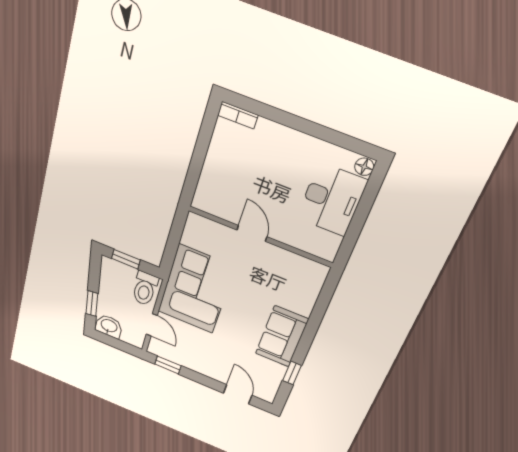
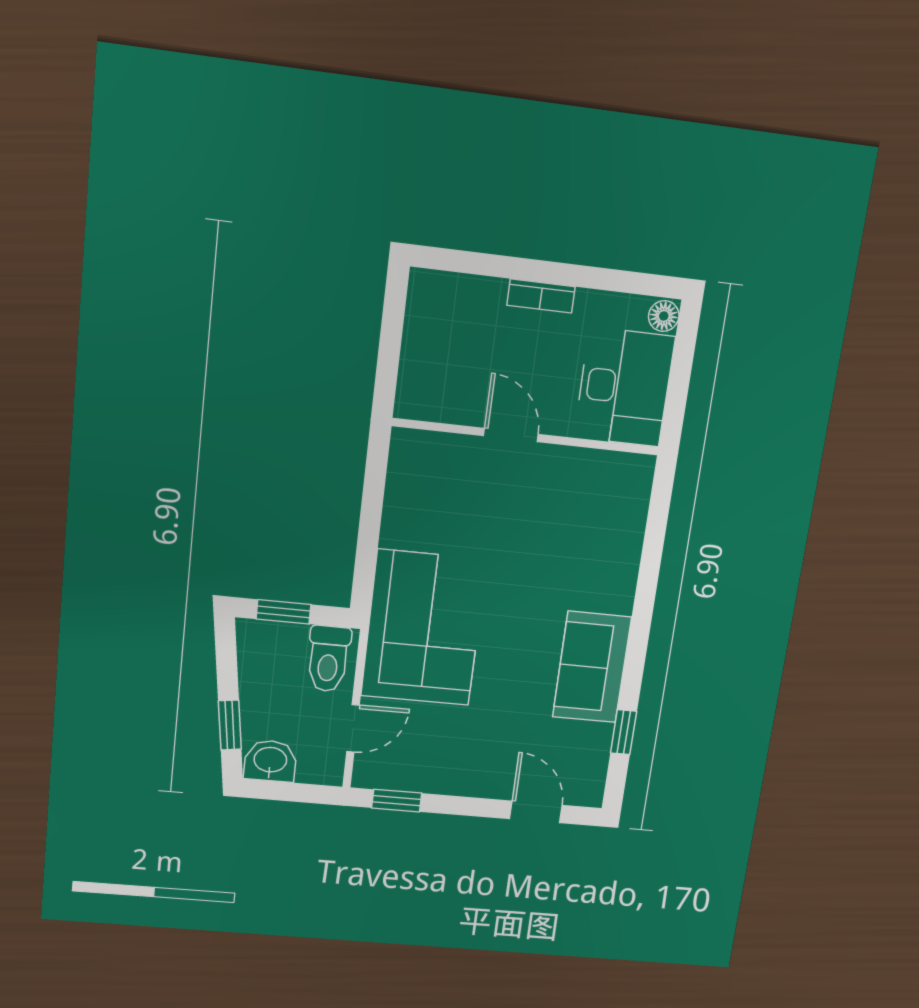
bookcase: (238, 115) -> (541, 296), moved
door: (252, 233) -> (511, 435), moved
wall: (260, 237) -> (526, 437), moved
door: (152, 325) -> (353, 728), hinge flipped

